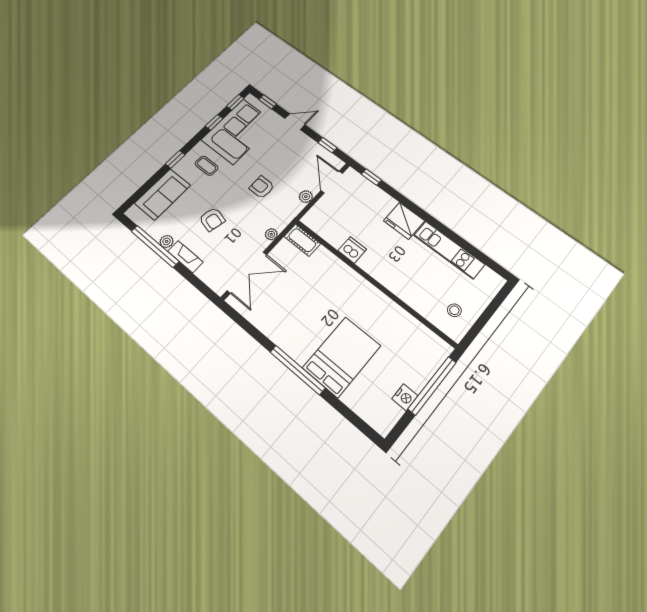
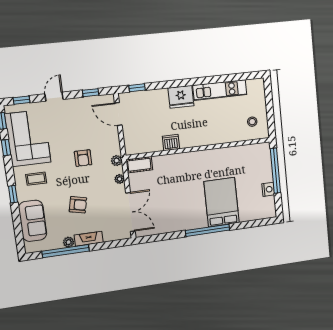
armchair: (262, 187) -> (83, 158), turned -90
plant: (306, 197) -> (117, 161), moved

